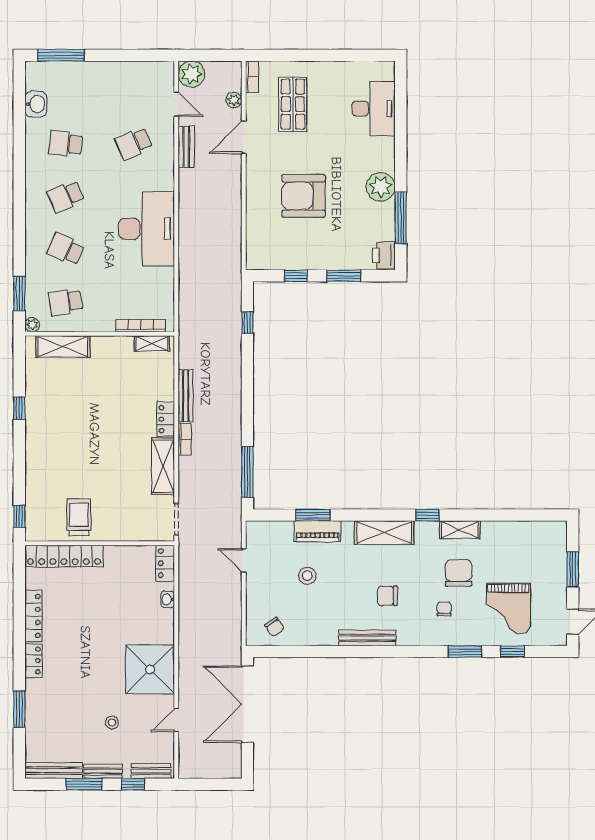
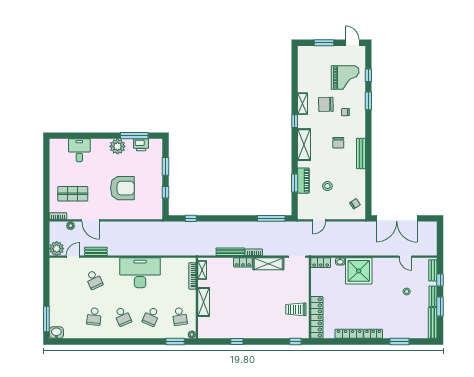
washbasin: (36, 104) -> (56, 333), moved
desk: (374, 109) -> (79, 150), width x0.73
armchair: (304, 196) -> (122, 188), turned -90
printer: (384, 255) -> (141, 145), moved
shelving: (63, 346) -> (204, 302), moved
shower: (150, 669) -> (359, 271), moved

